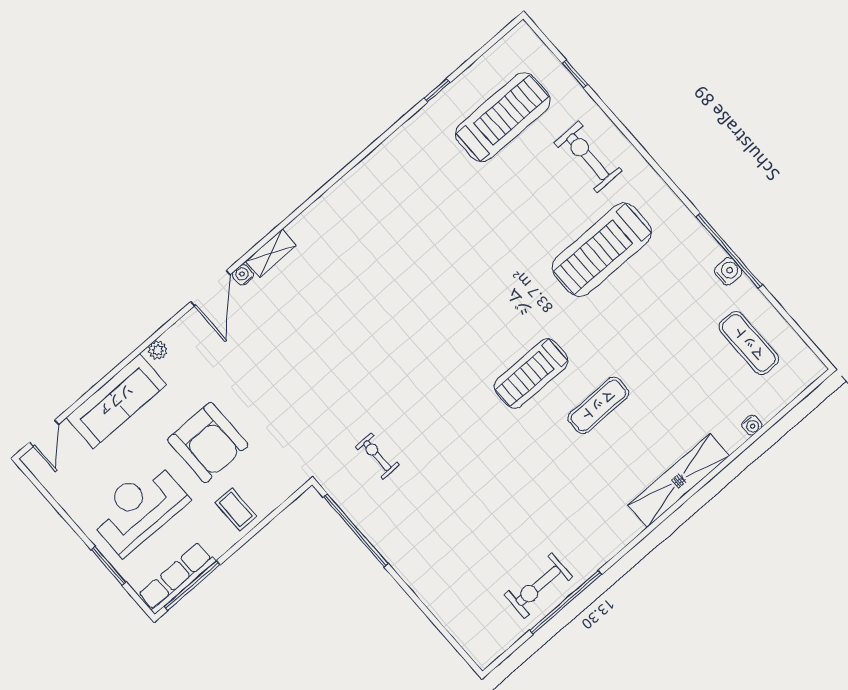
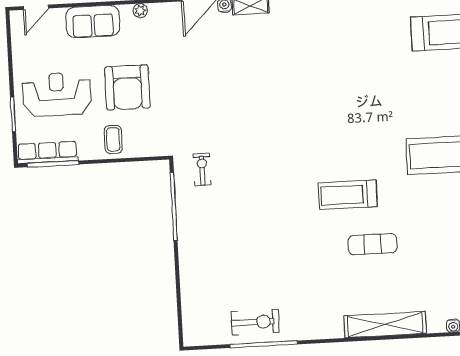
sofa: (116, 401) -> (93, 22), width x0.73
exercise bike: (377, 456) -> (202, 169), moved
exercise bike: (538, 586) -> (255, 322), turned 180

